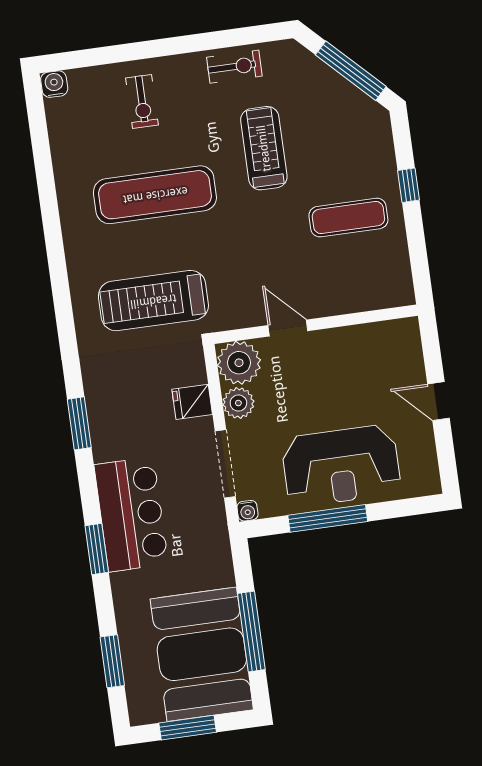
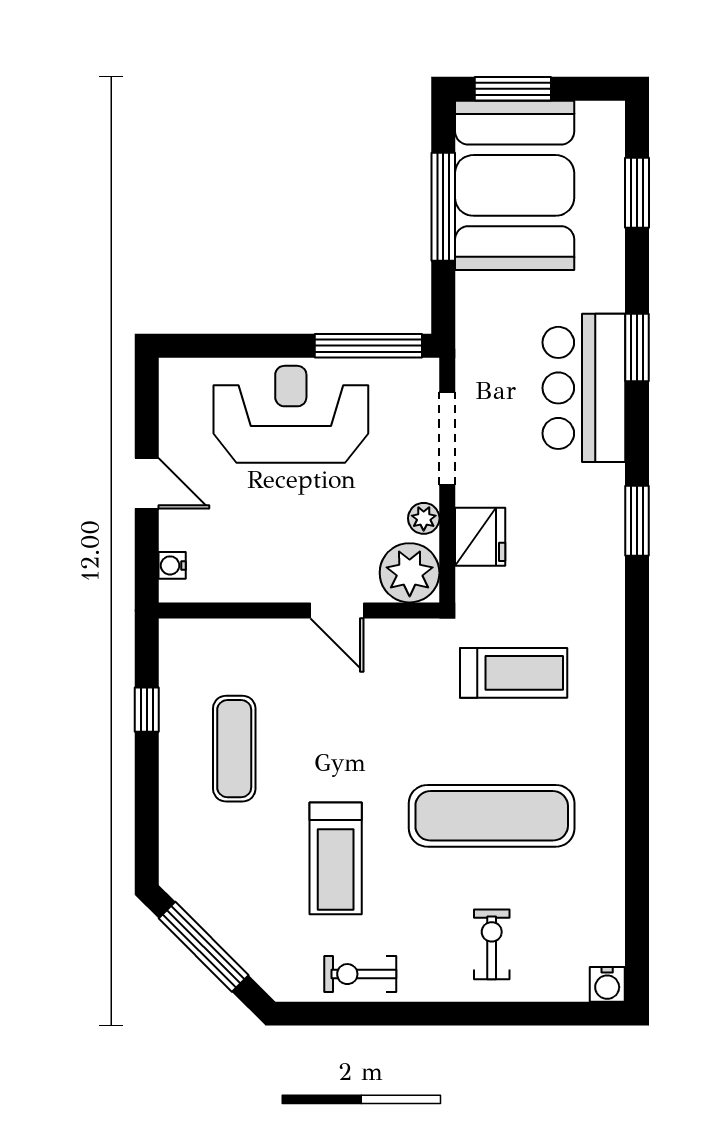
window: (409, 185) -> (147, 710), moved
exercise mat: (348, 218) -> (234, 749), turned 90
treadmill: (153, 301) -> (514, 673), width x0.73, depth x0.73
fridge: (192, 402) -> (480, 537), width x1.38
plant: (238, 403) -> (424, 518), width x0.73, depth x0.73
water cooler: (247, 511) -> (172, 565), moved, turned -90
window: (328, 518) -> (368, 346), moved
window: (188, 728) -> (513, 89), moved

